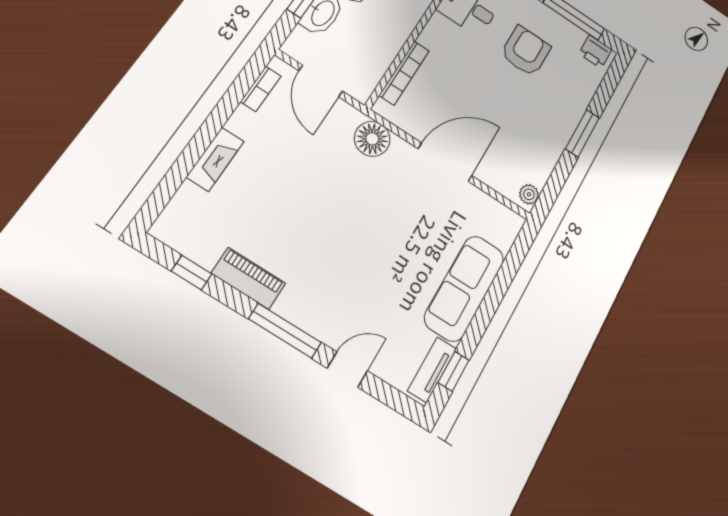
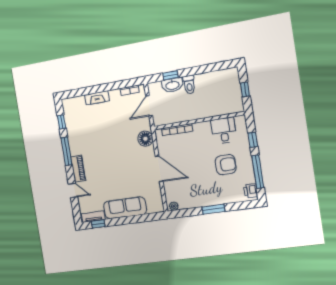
piano: (248, 278) -> (78, 169), moved
window: (285, 331) -> (66, 151), moved

